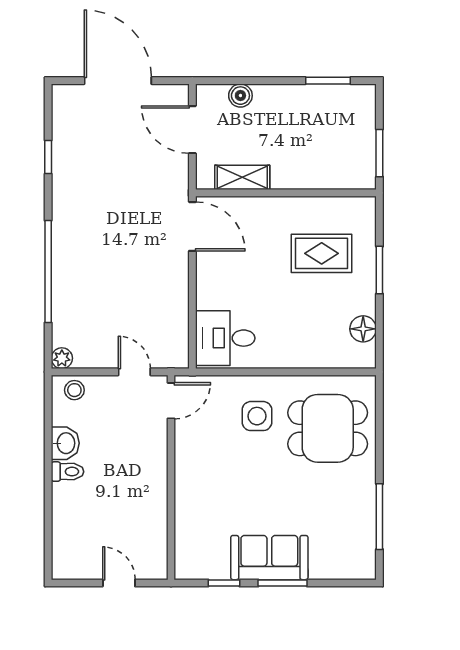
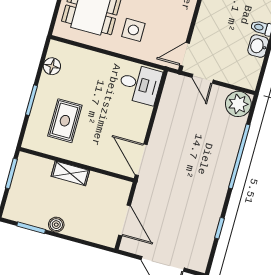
boiler: (240, 96) -> (56, 225), moved
shelving: (242, 177) -> (70, 173), moved
rug: (322, 253) -> (65, 121), turned 90
plant: (62, 358) -> (238, 104), width x1.88, depth x1.88
stool: (74, 390) -> (243, 78), removed

